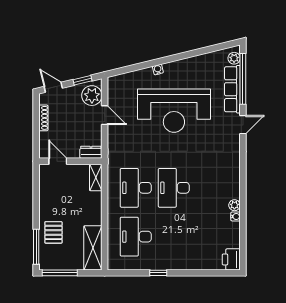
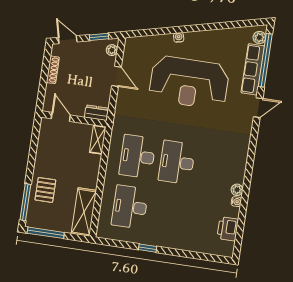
plant: (92, 96) -> (112, 50), width x0.53, depth x0.53
printer: (231, 259) -> (228, 229), moved

